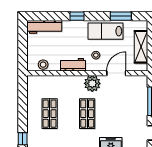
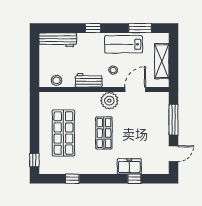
shop shelf: (50, 114) -> (63, 133), width x1.43, depth x1.36

